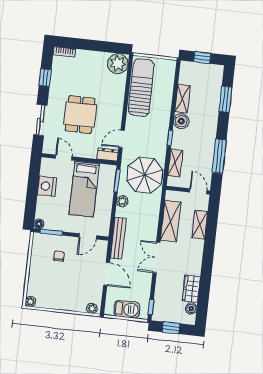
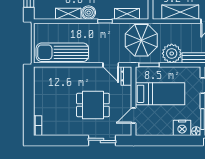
plant: (118, 64) -> (43, 76), removed
window: (45, 78) -> (63, 140), removed
nightstand: (47, 186) -> (182, 128), moved
plant: (122, 201) -> (172, 53), width x1.88, depth x1.88

